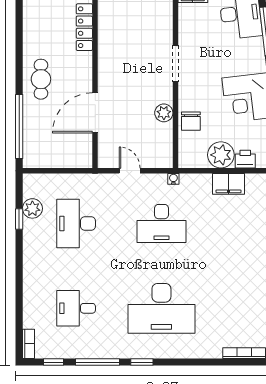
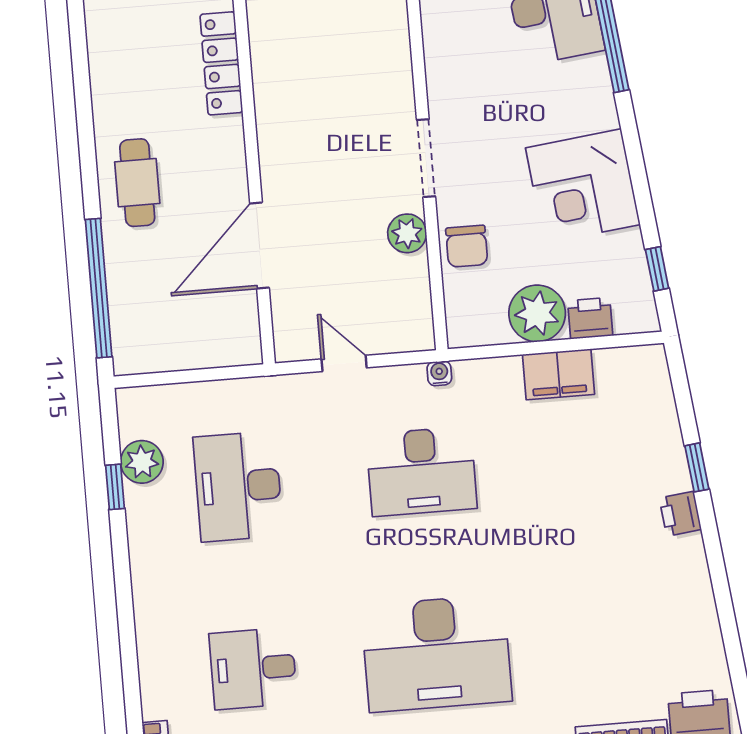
doorway: (175, 64) -> (426, 158), moved

